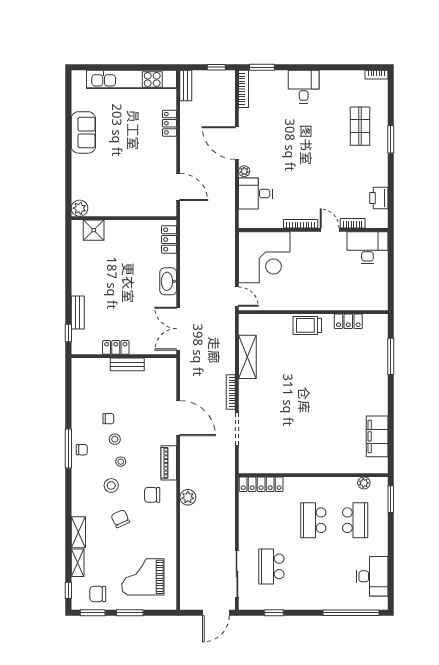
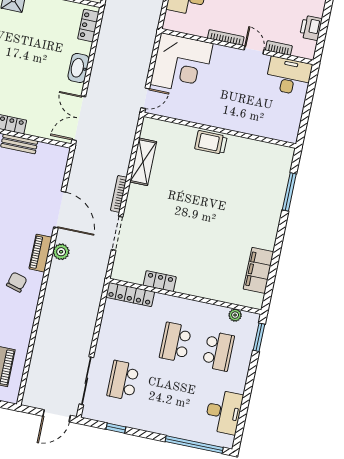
door: (237, 297) -> (145, 98), hinge flipped
locker: (348, 321) -> (160, 281), moved, turned 180
chair: (152, 495) -> (17, 282), turned 106
plant: (188, 497) -> (61, 252), moved

